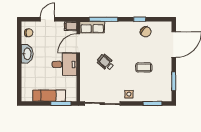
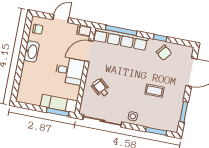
row of seats: (92, 27) -> (121, 39), width x2.02
wheelchair: (106, 62) -> (101, 88), moved
exam couch: (49, 96) -> (59, 104), moved

